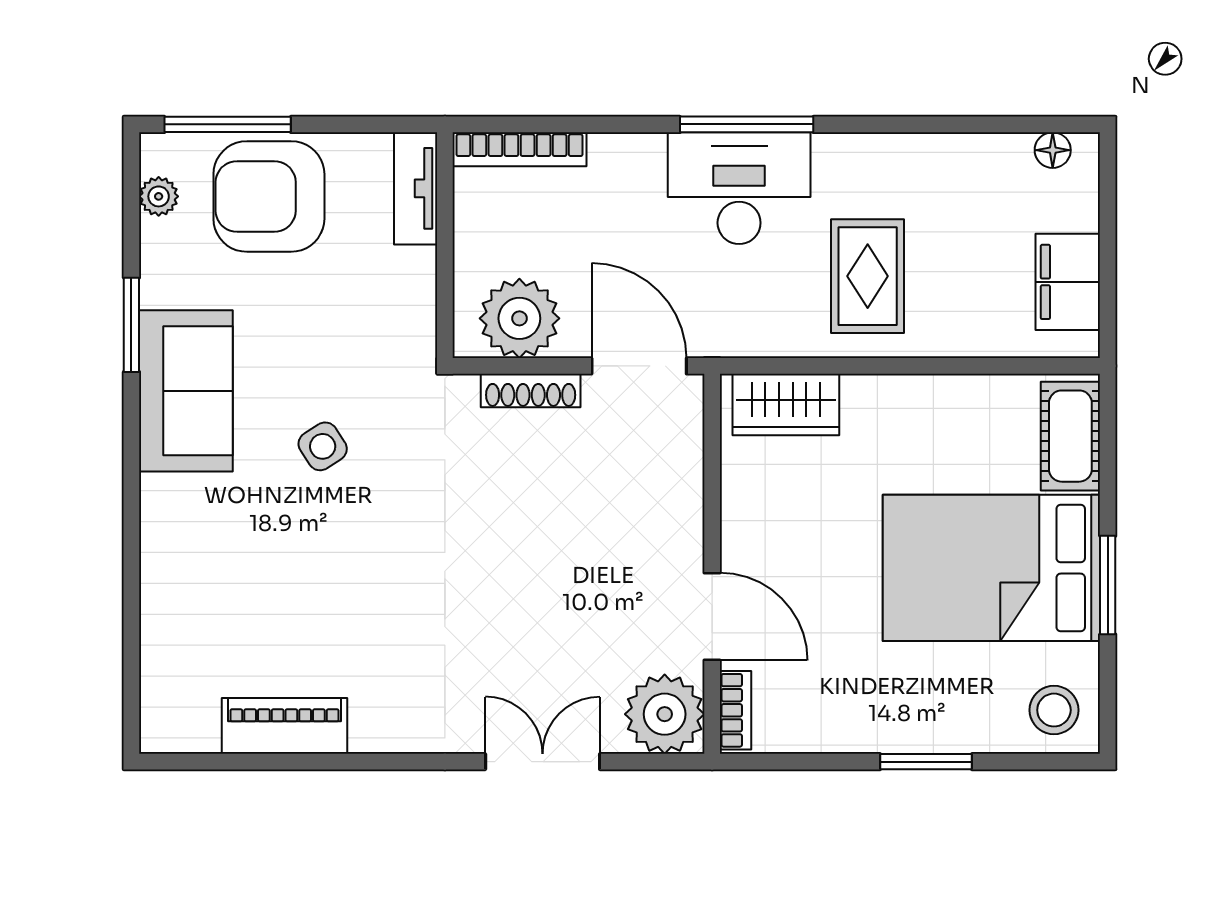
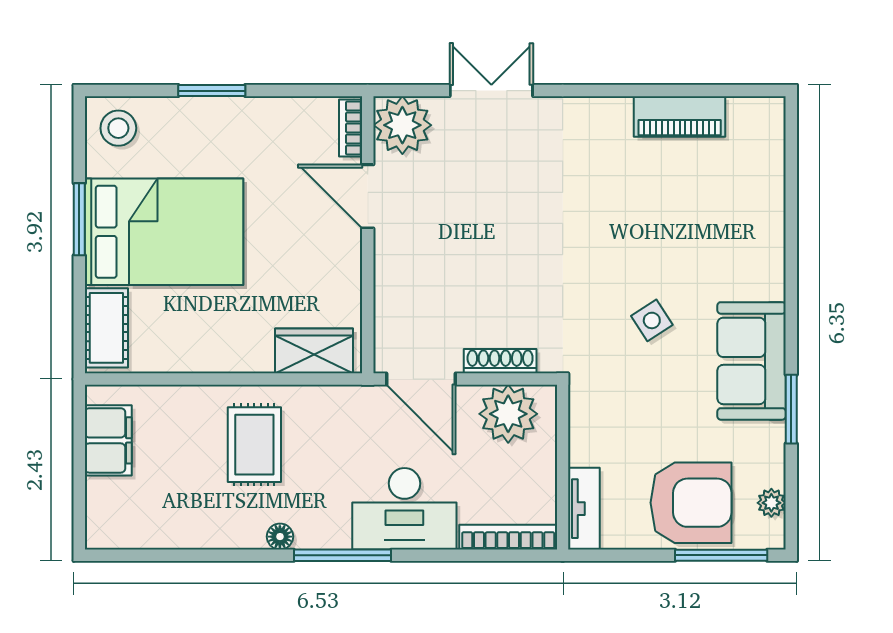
floor lamp: (1053, 150) -> (280, 537), moved
desk: (739, 188) -> (404, 509), moved
double door: (543, 762) -> (491, 91), swing flipped

